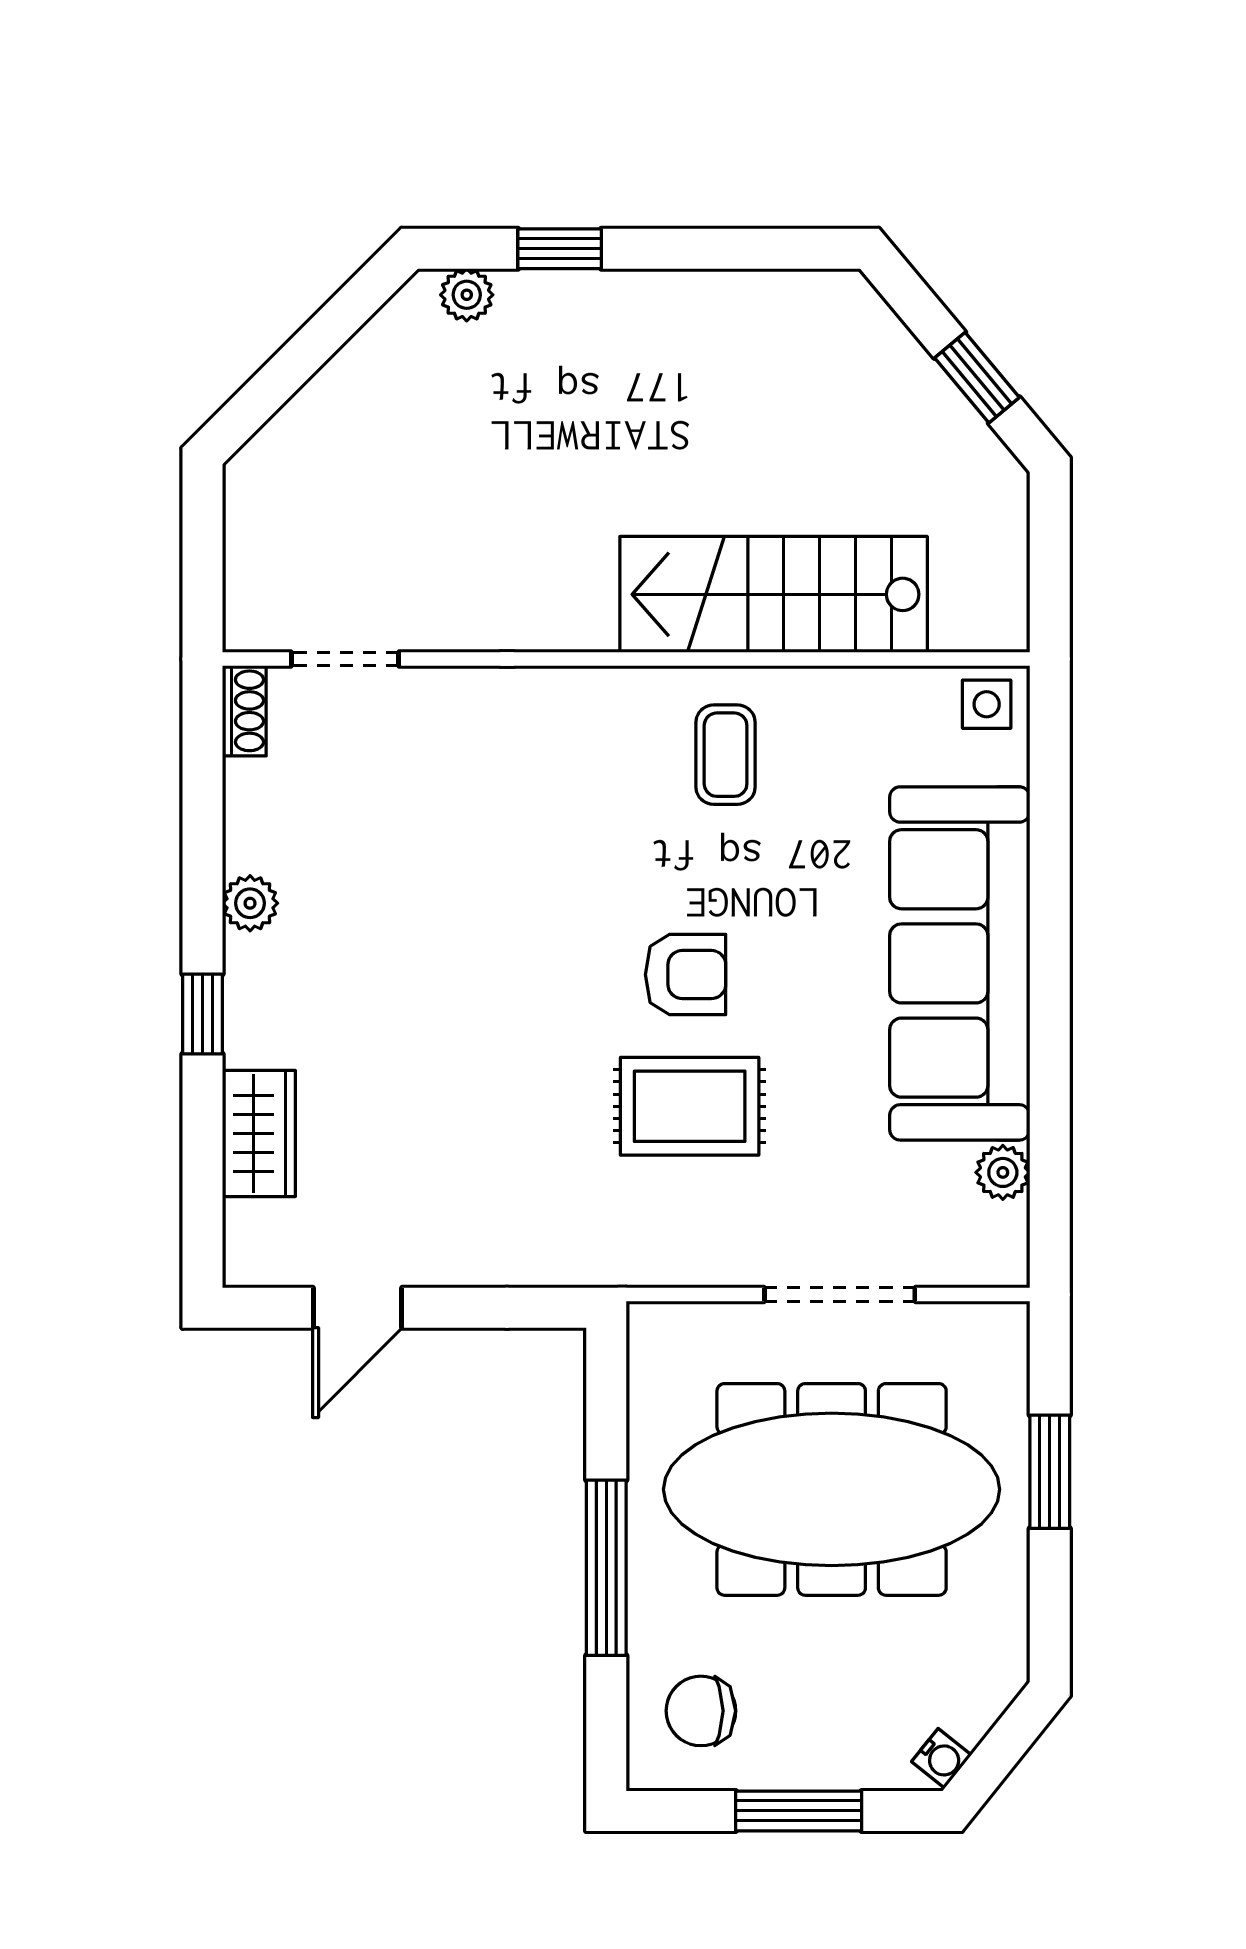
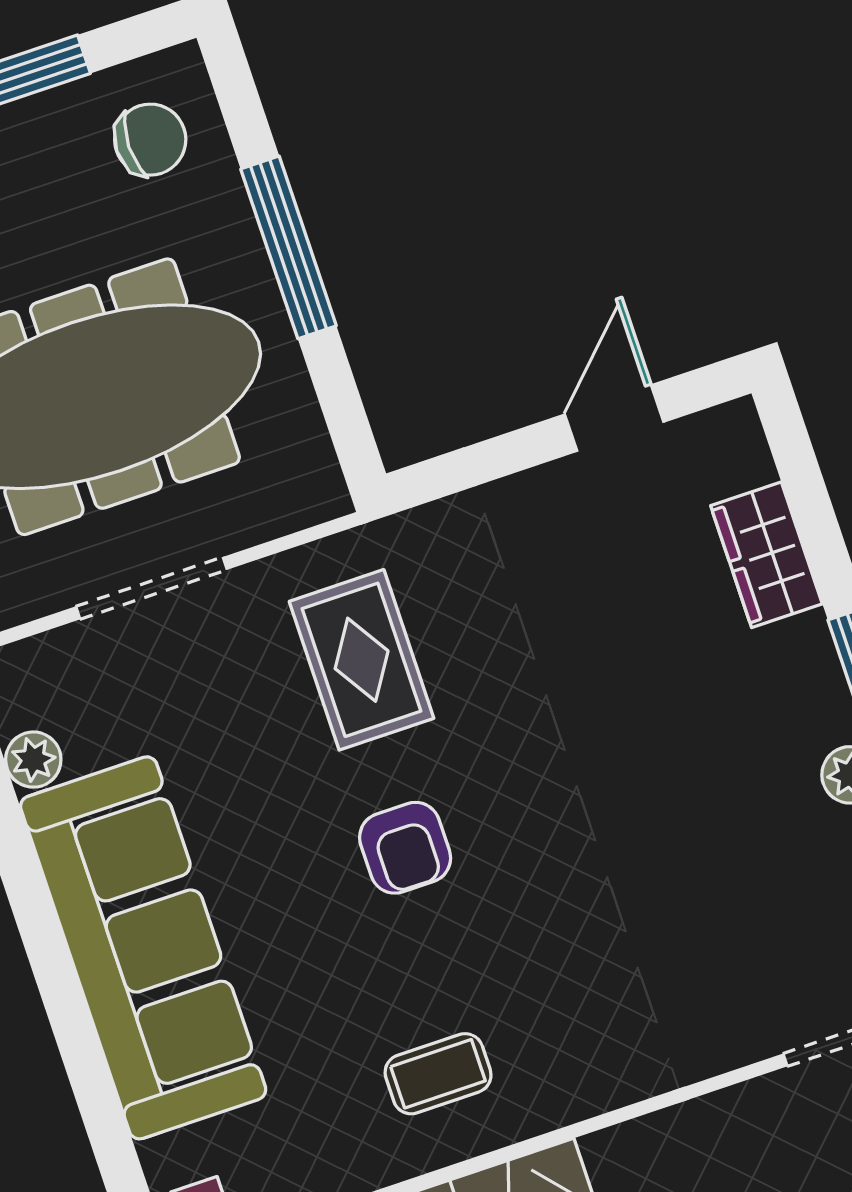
coffee table: (726, 755) -> (438, 1074), turned 90
armchair: (686, 975) -> (405, 848), turned -90
rug: (690, 1106) -> (362, 660), moved, turned 90

